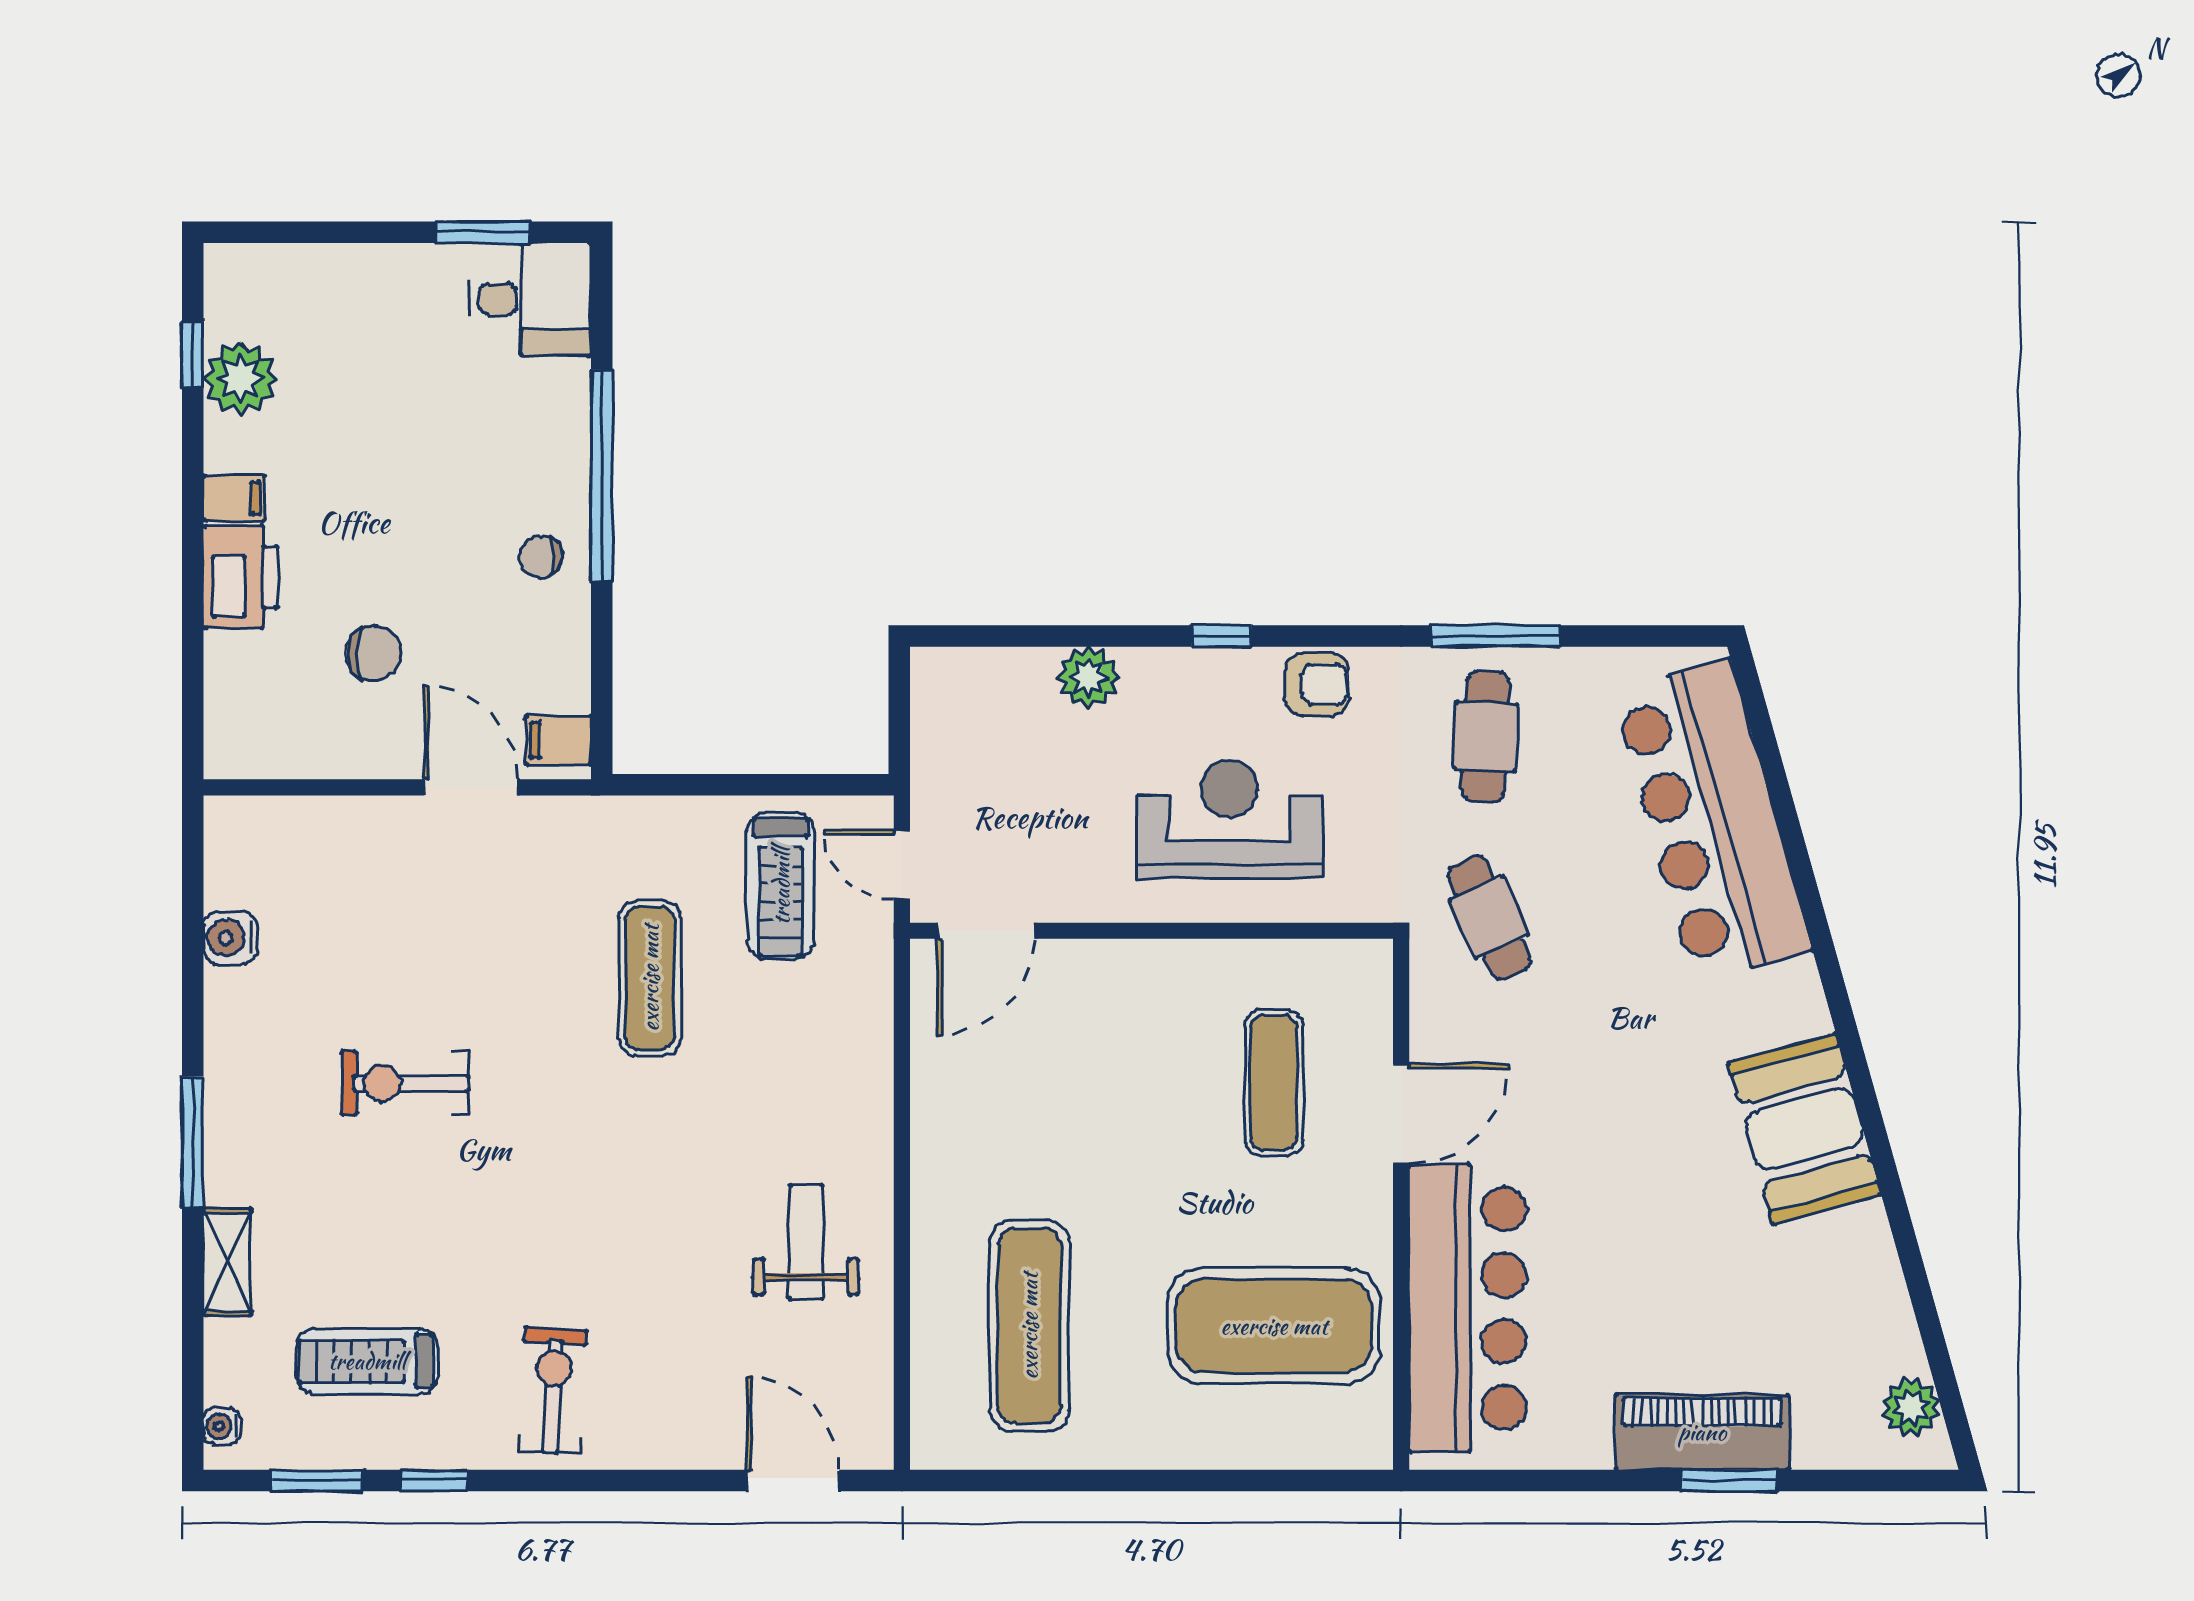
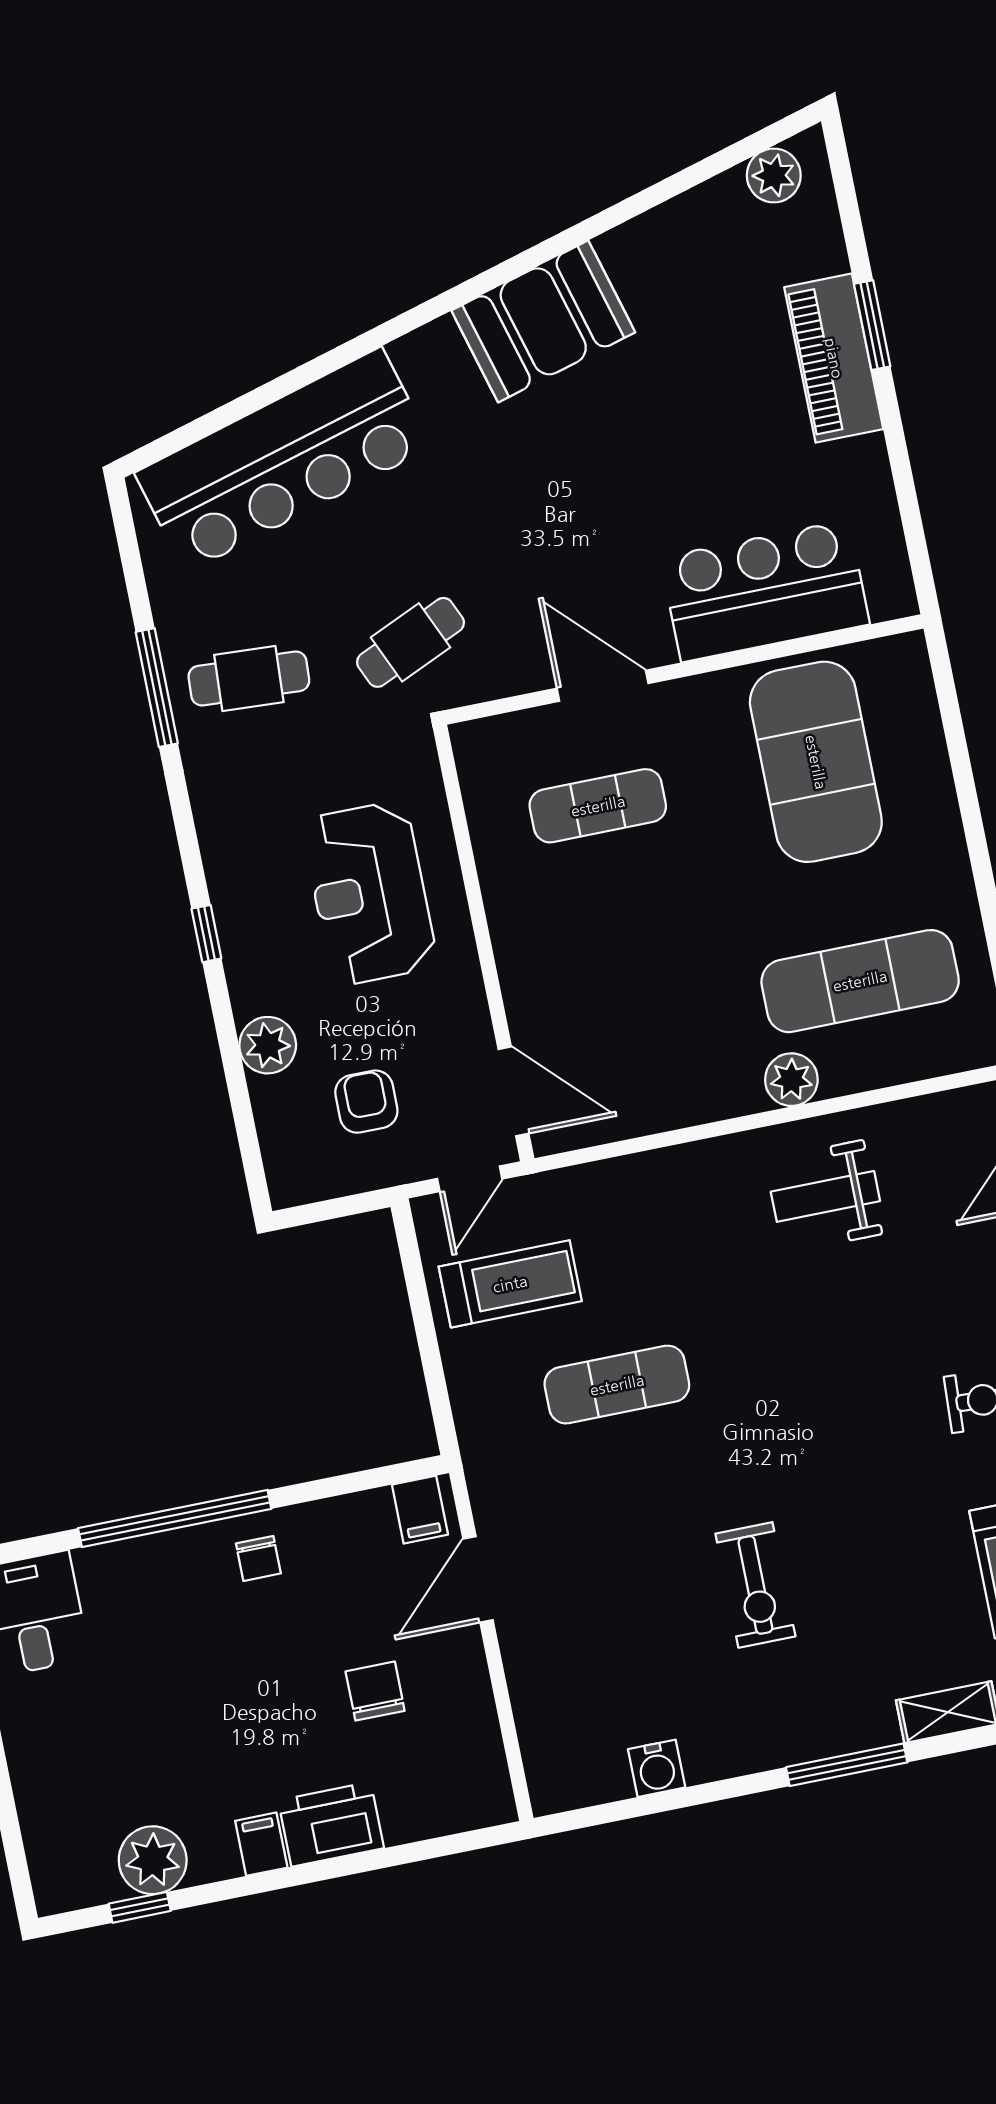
armchair: (1317, 684) -> (366, 1102), moved
plant: (939, 1231) -> (791, 1080), added
bar counter: (1468, 1308) -> (765, 591), width x0.73

